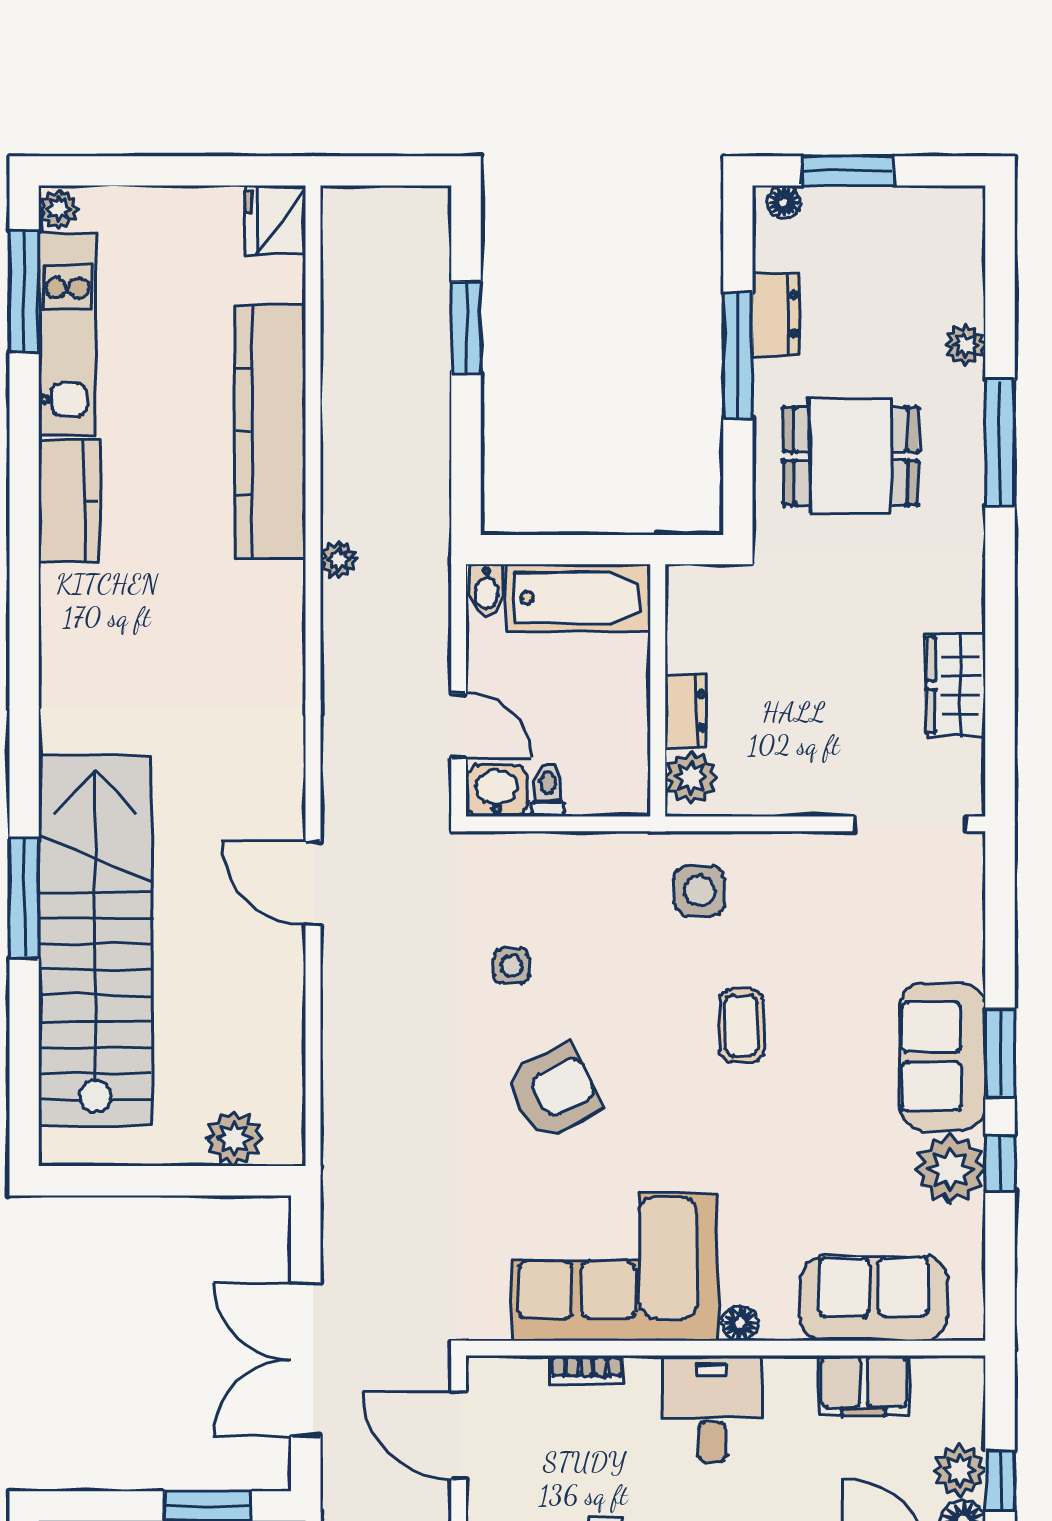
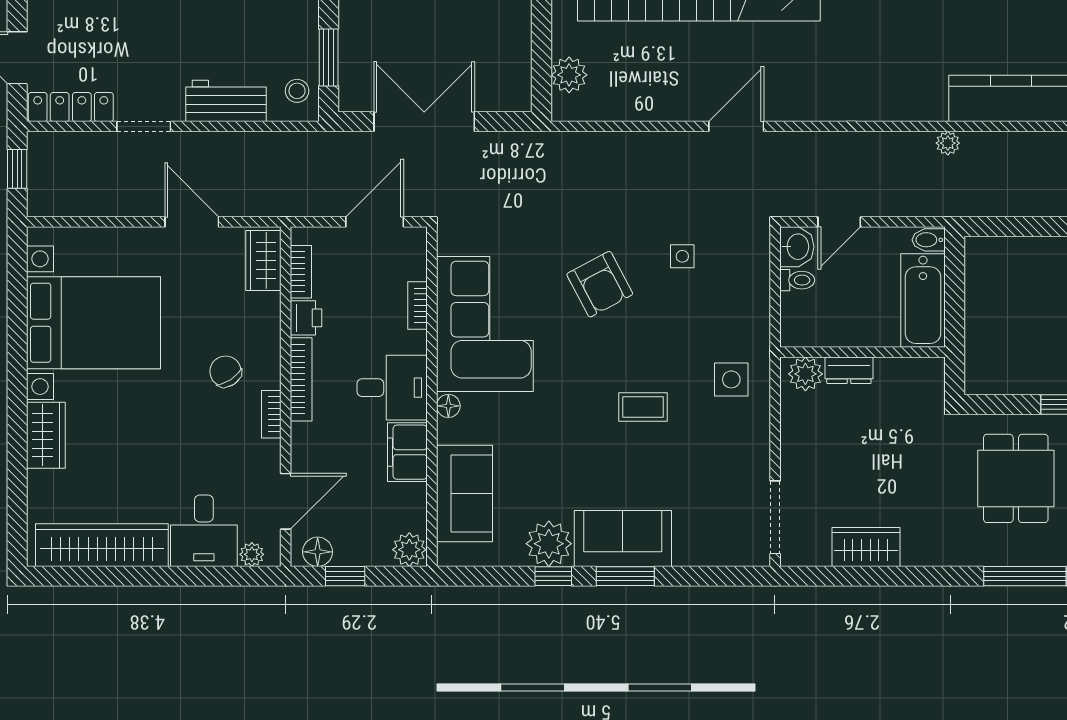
filing cabinet: (864, 1386) -> (407, 452), moved
plant: (960, 1470) -> (409, 550), moved

